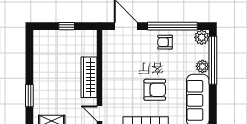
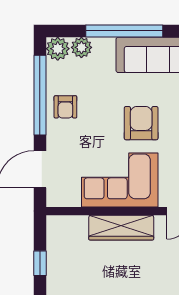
window: (213, 60) -> (124, 31), moved
plant: (202, 66) -> (81, 47), moved
corner sofa: (119, 76) -> (120, 180), added

